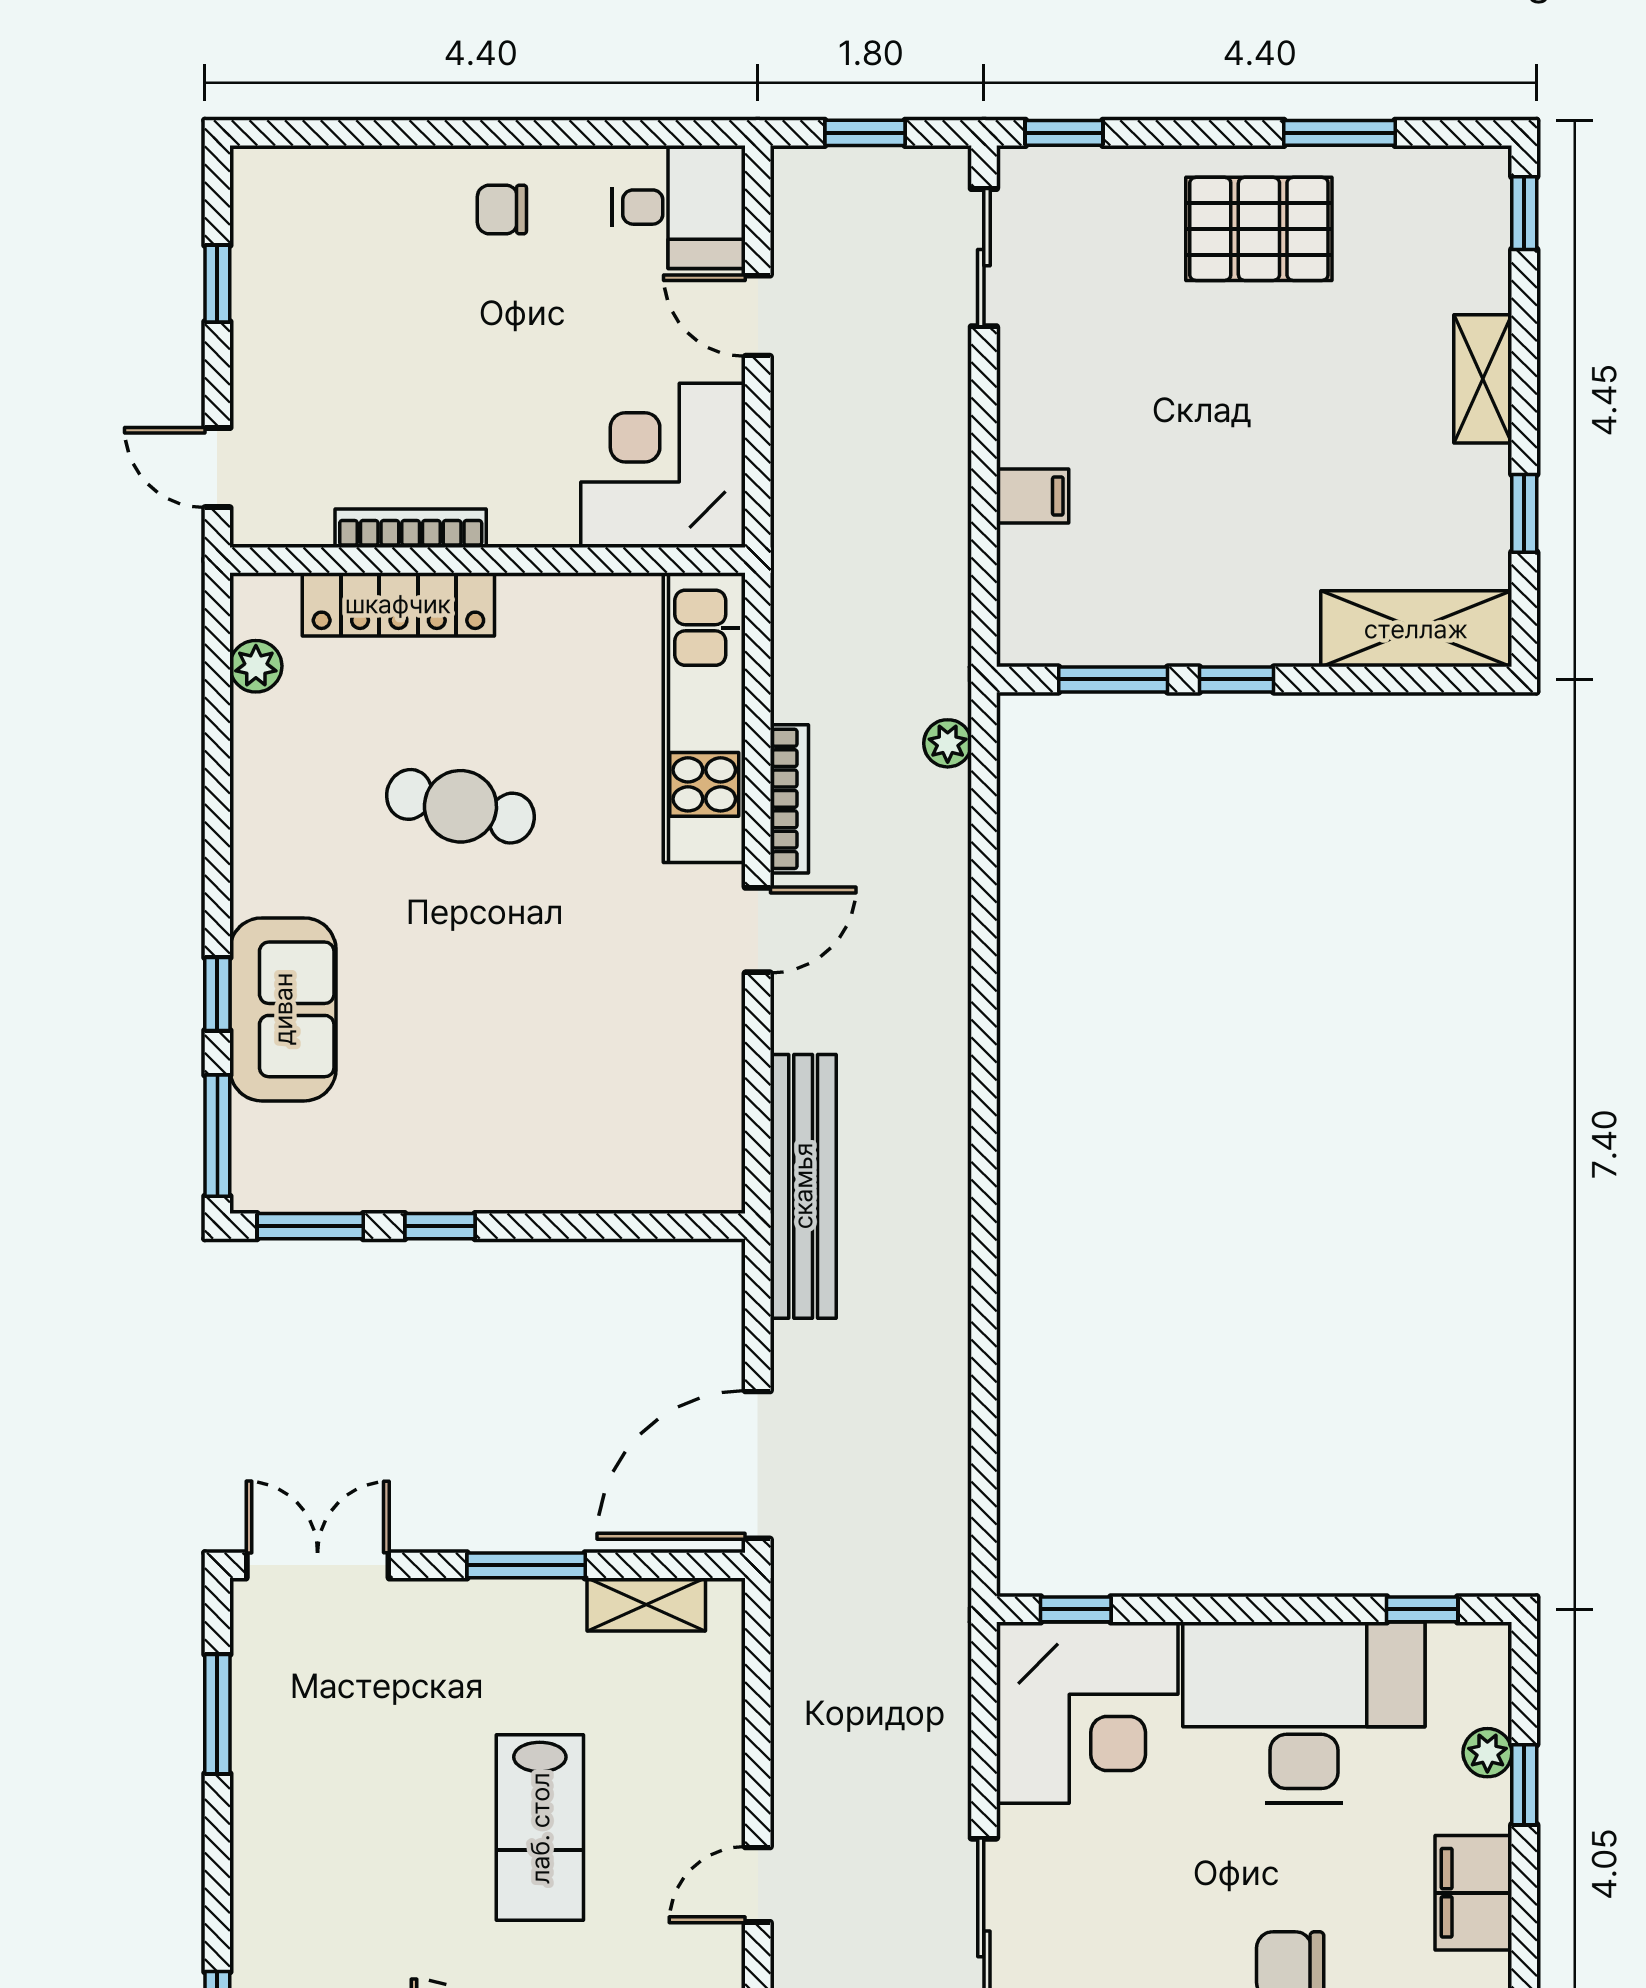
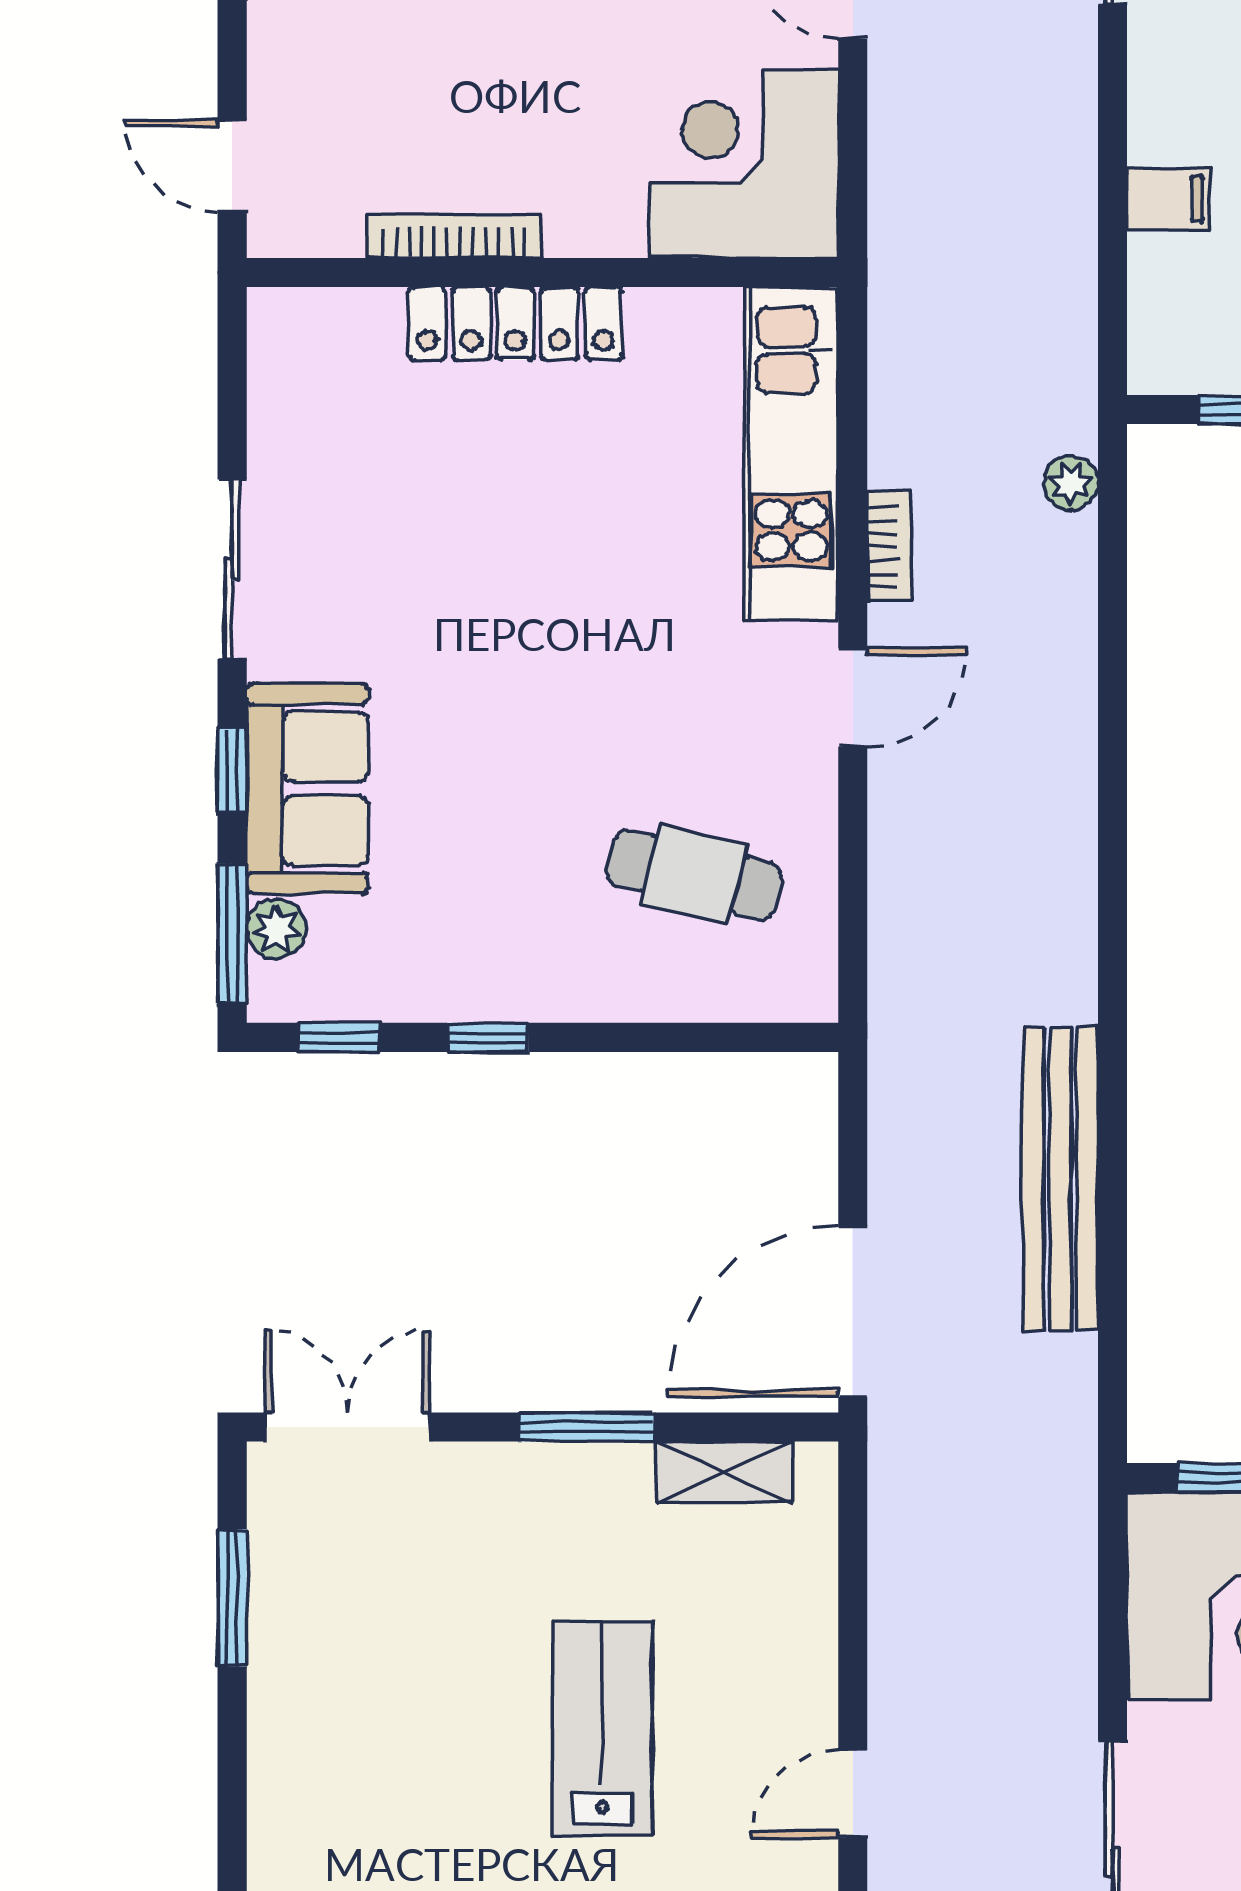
locker: (398, 604) -> (515, 323), moved
plant: (256, 666) -> (276, 929), moved
bookcase: (789, 799) -> (889, 547), width x0.64
cafe table: (460, 806) -> (694, 875), moved
sliding door: (217, 819) -> (232, 569), added
bench: (803, 1186) -> (1060, 1178), moved
window: (310, 1226) -> (339, 1037), width x0.67
lab bench: (540, 1828) -> (602, 1728), turned 180

